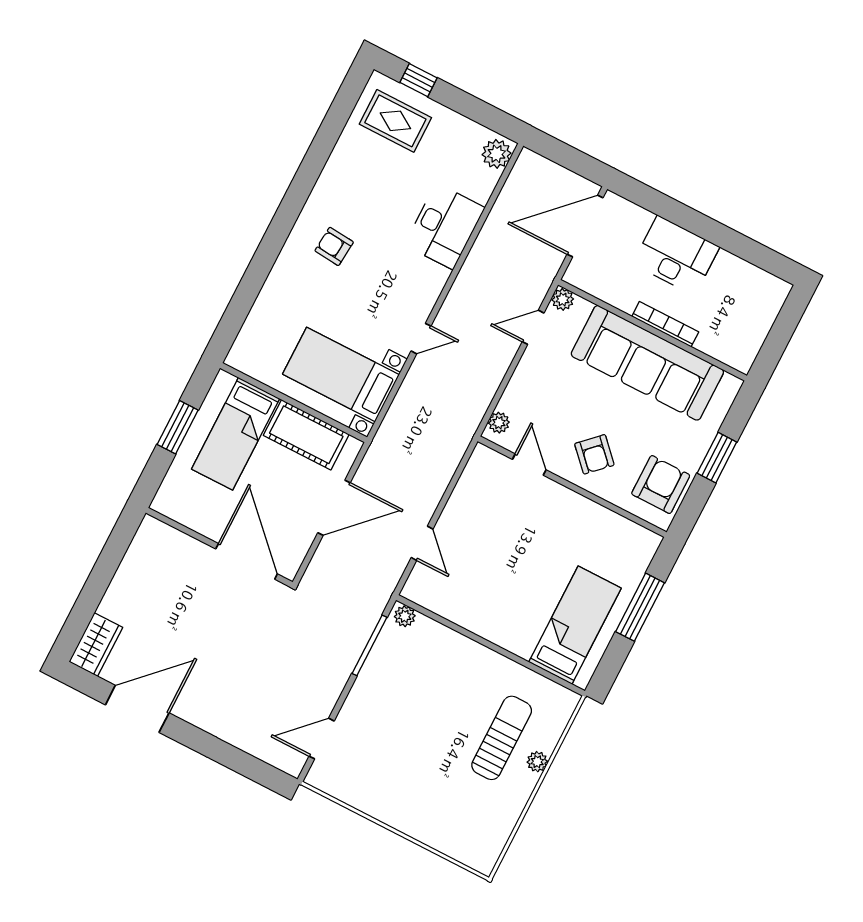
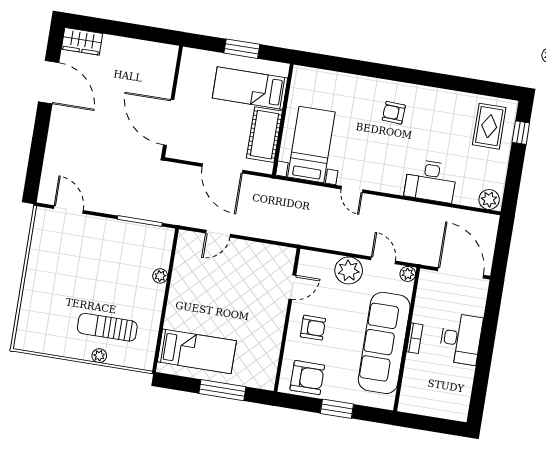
armchair: (334, 246) -> (394, 113), turned -92
bookcase: (665, 324) -> (415, 338), width x0.64
plant: (499, 423) -> (349, 270), moved, width x1.87, depth x1.87
armchair: (594, 454) -> (313, 328), turned -136
door: (247, 561) -> (169, 122), swing flipped
plant: (405, 616) -> (160, 276), moved
sun lounger: (502, 738) -> (107, 327), turned 180

